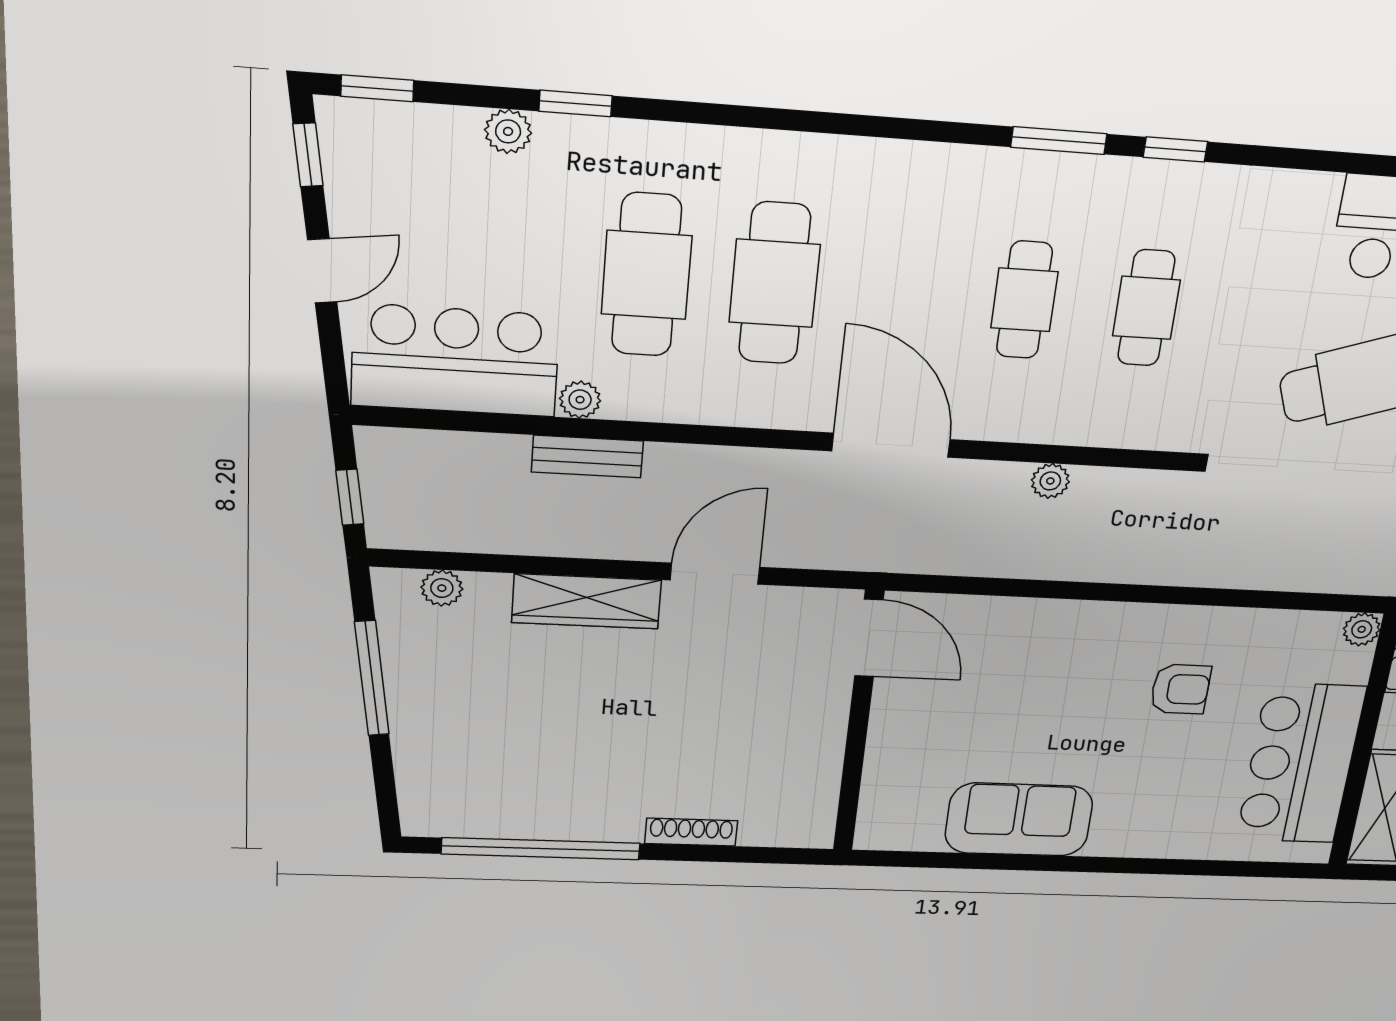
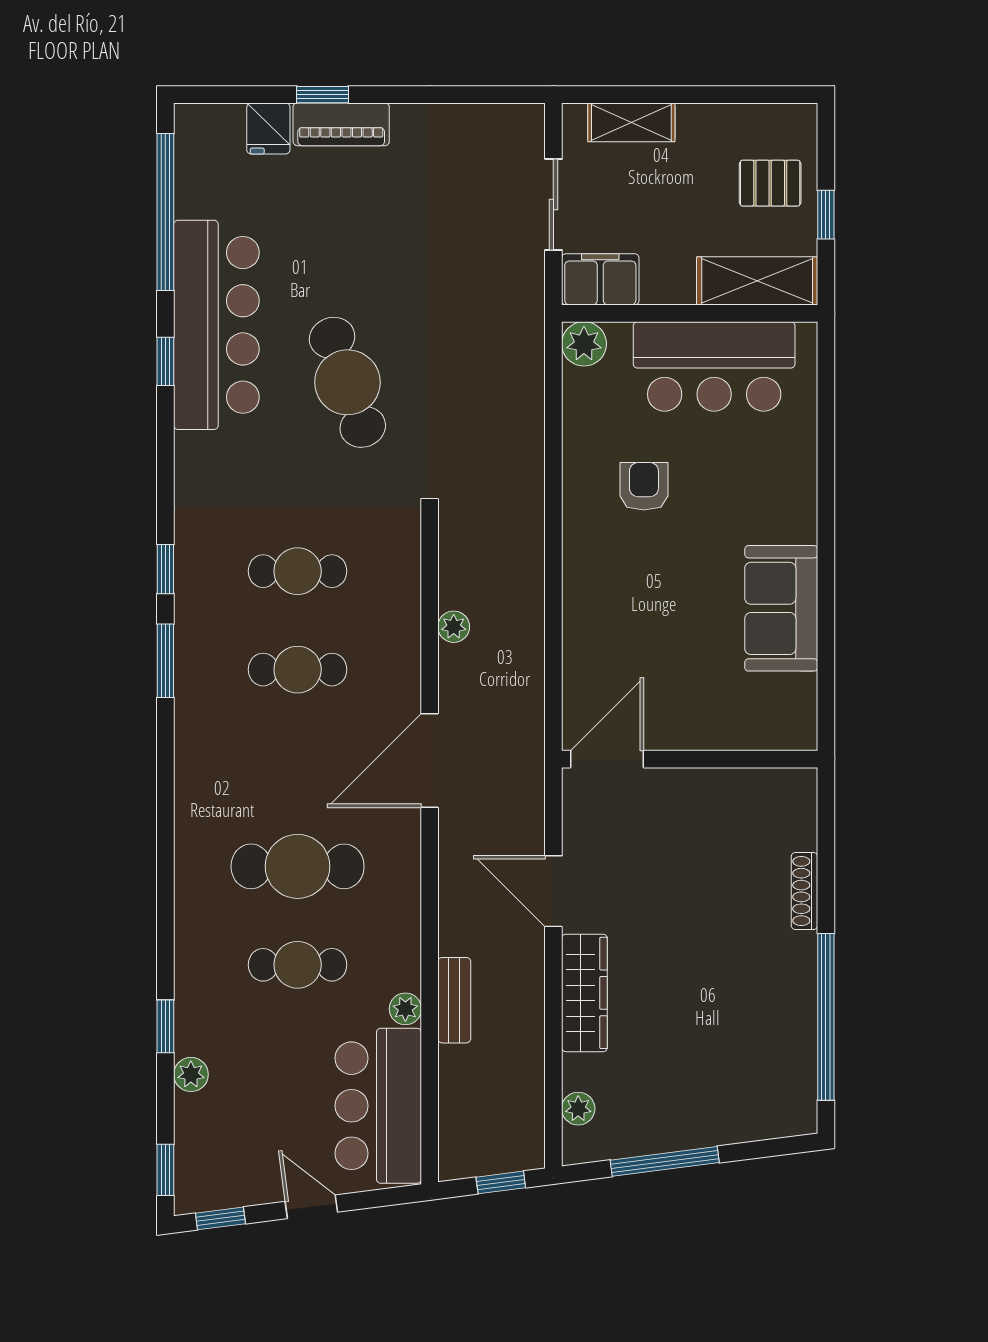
cafe table: (647, 275) -> (298, 965), width x0.73, depth x0.74
plant: (1362, 629) -> (584, 344), width x1.38, depth x1.38

